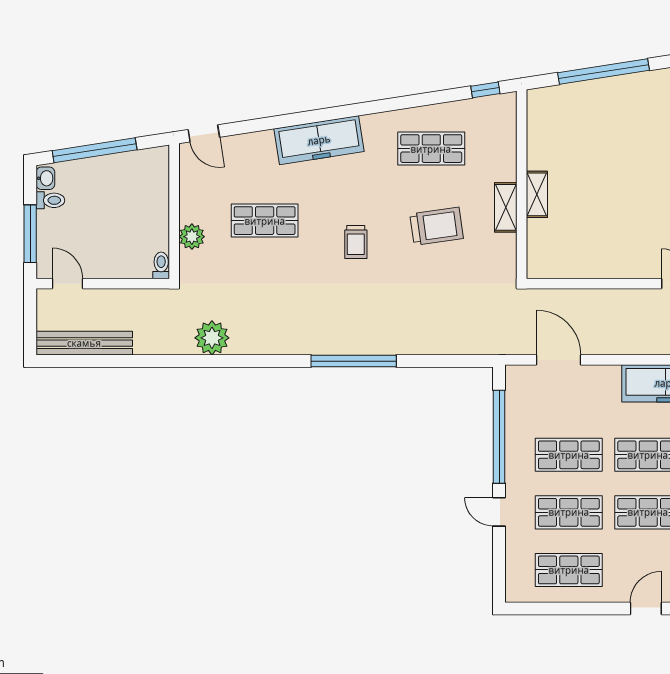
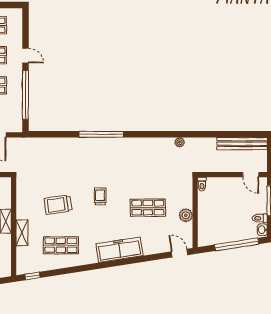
shelving: (506, 207) -> (22, 233), moved
plant: (192, 237) -> (186, 215), moved
plant: (212, 338) -> (180, 142), width x0.53, depth x0.53

